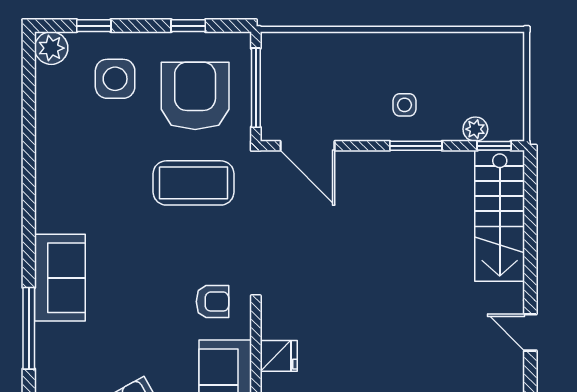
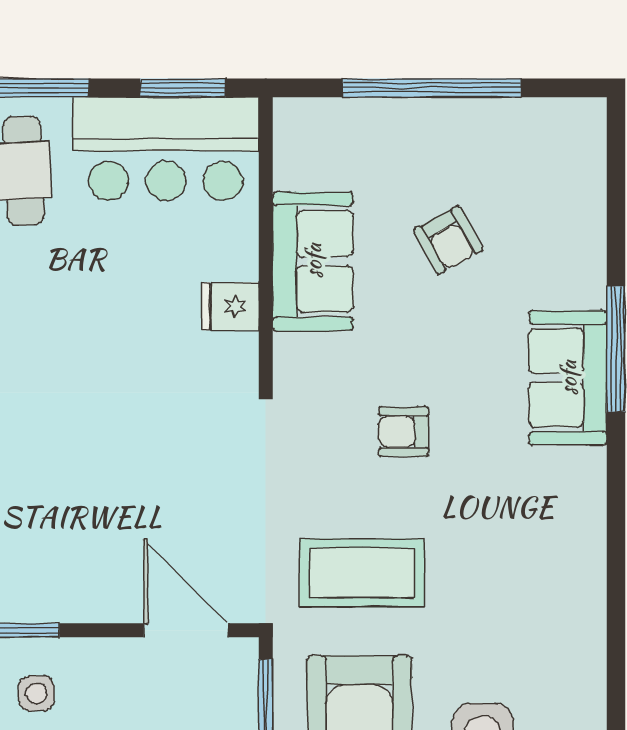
sofa: (60, 278) -> (568, 378), moved
armchair: (212, 302) -> (404, 432), moved

